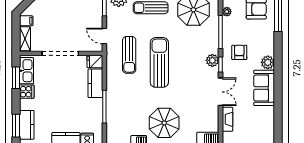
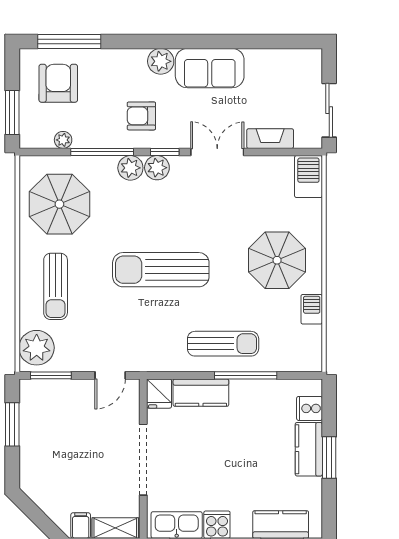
plant: (212, 47) -> (130, 168), added
sun lounger: (129, 55) -> (223, 344), moved

